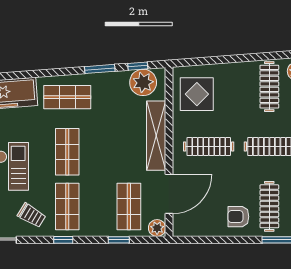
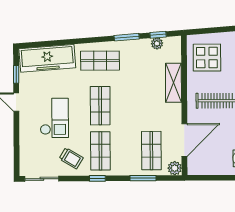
plant: (143, 82) -> (157, 43), width x0.53, depth x0.53
shelving: (156, 136) -> (173, 83), width x0.68
window: (119, 240) -> (143, 178), width x1.50

